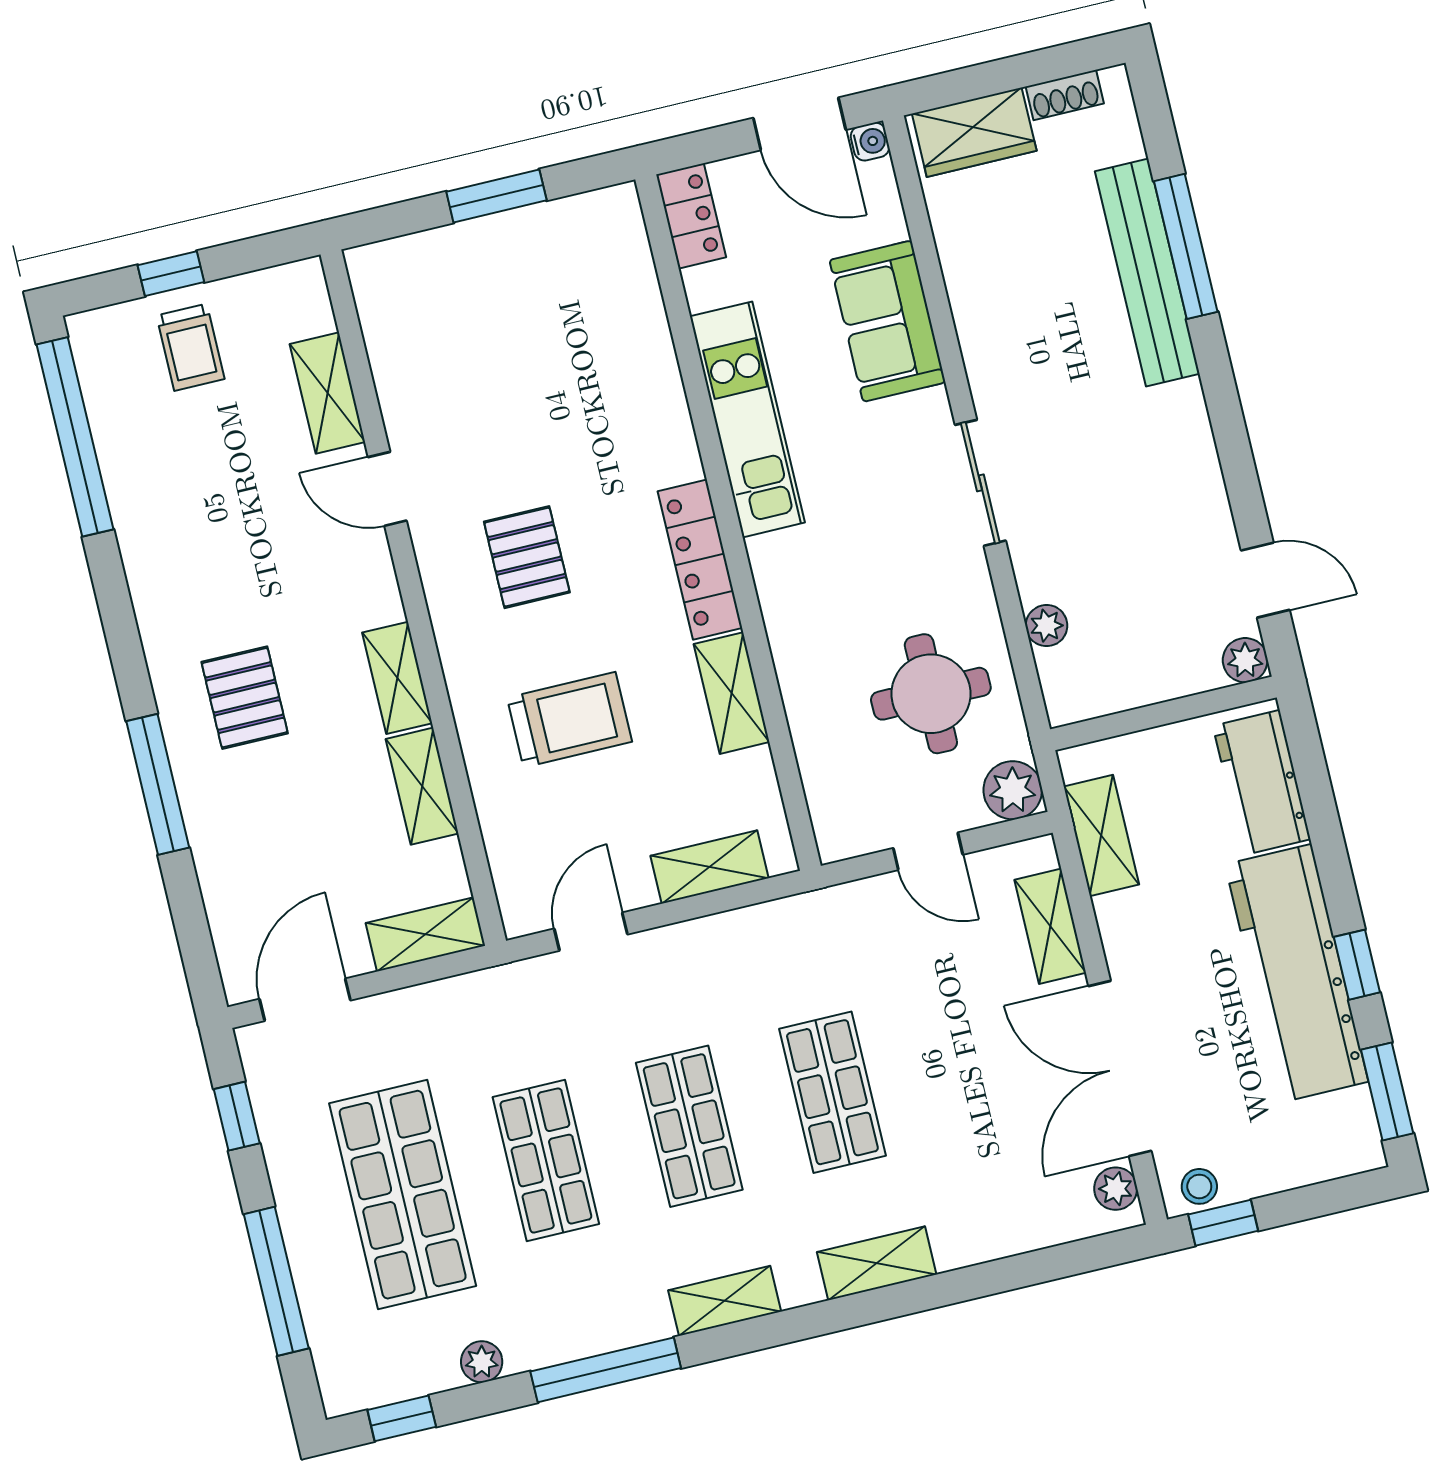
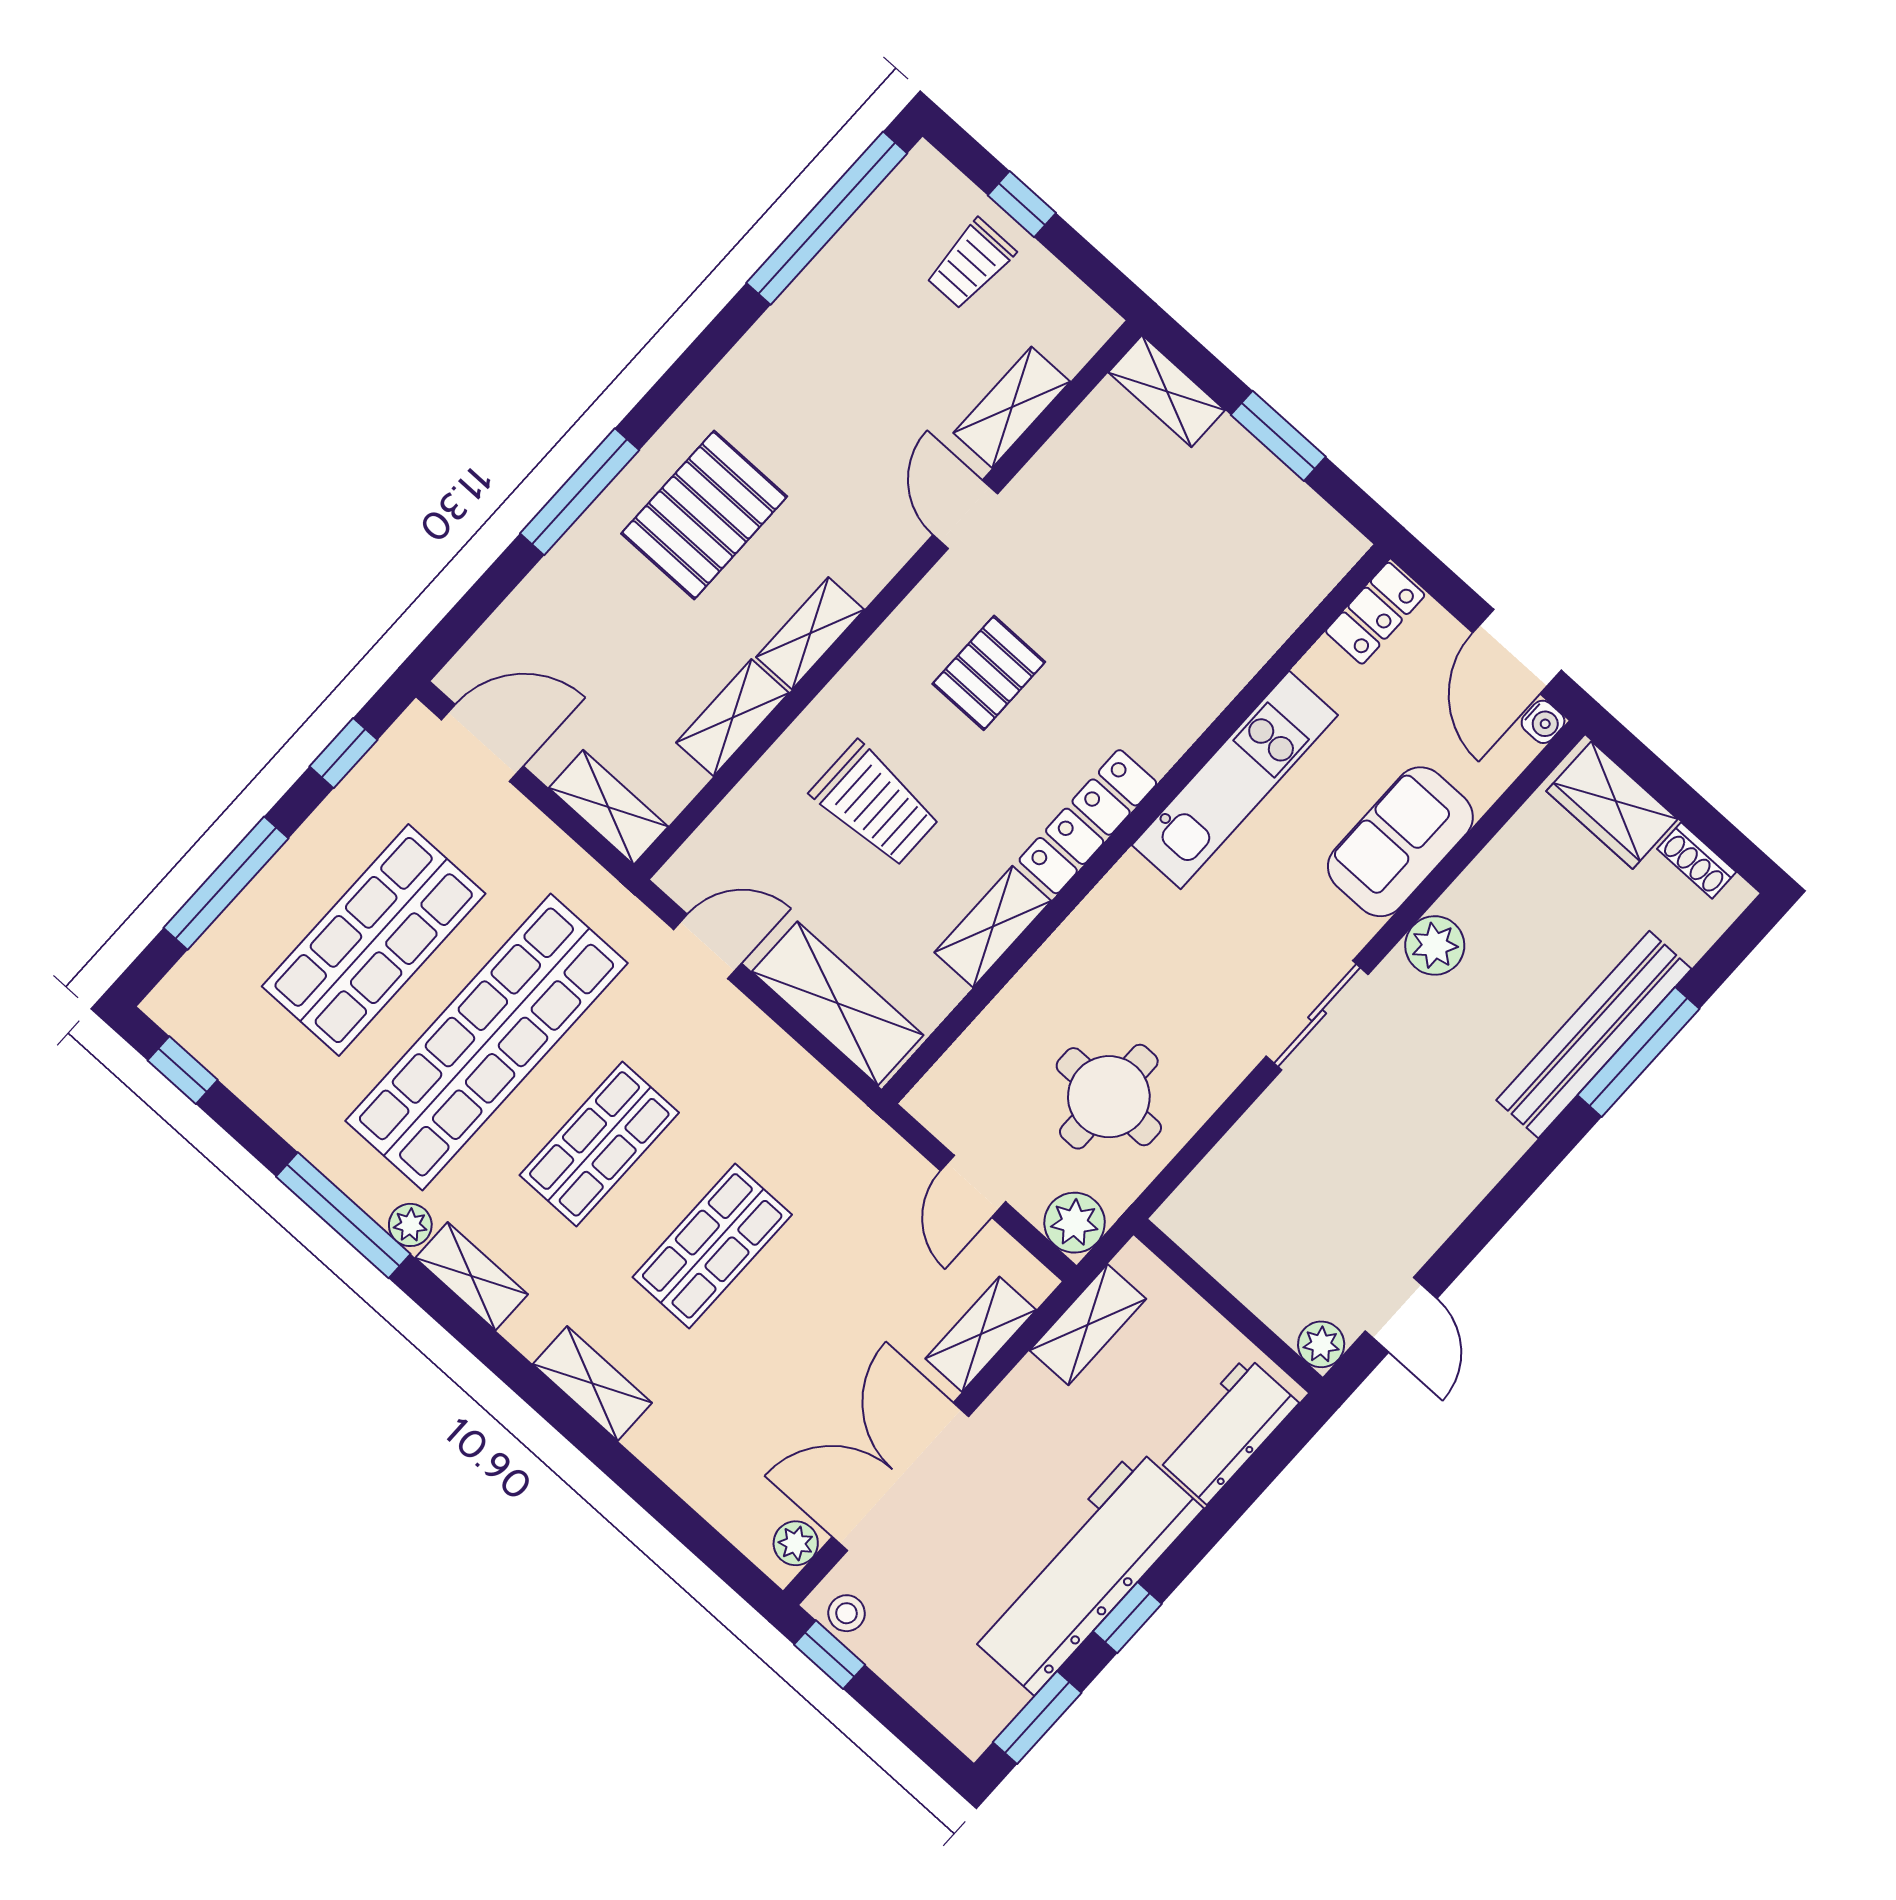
shelving: (400, 261) -> (1167, 391), added
plant: (1047, 626) -> (1435, 945), moved, width x1.38, depth x1.38
pallet: (245, 698) -> (704, 515), width x1.50, depth x1.42
shelving: (710, 867) -> (838, 1003), width x1.50, depth x1.33
shop shelf: (546, 1160) -> (486, 1042), width x2.00, depth x1.36
plant: (482, 1362) -> (410, 1225), moved

